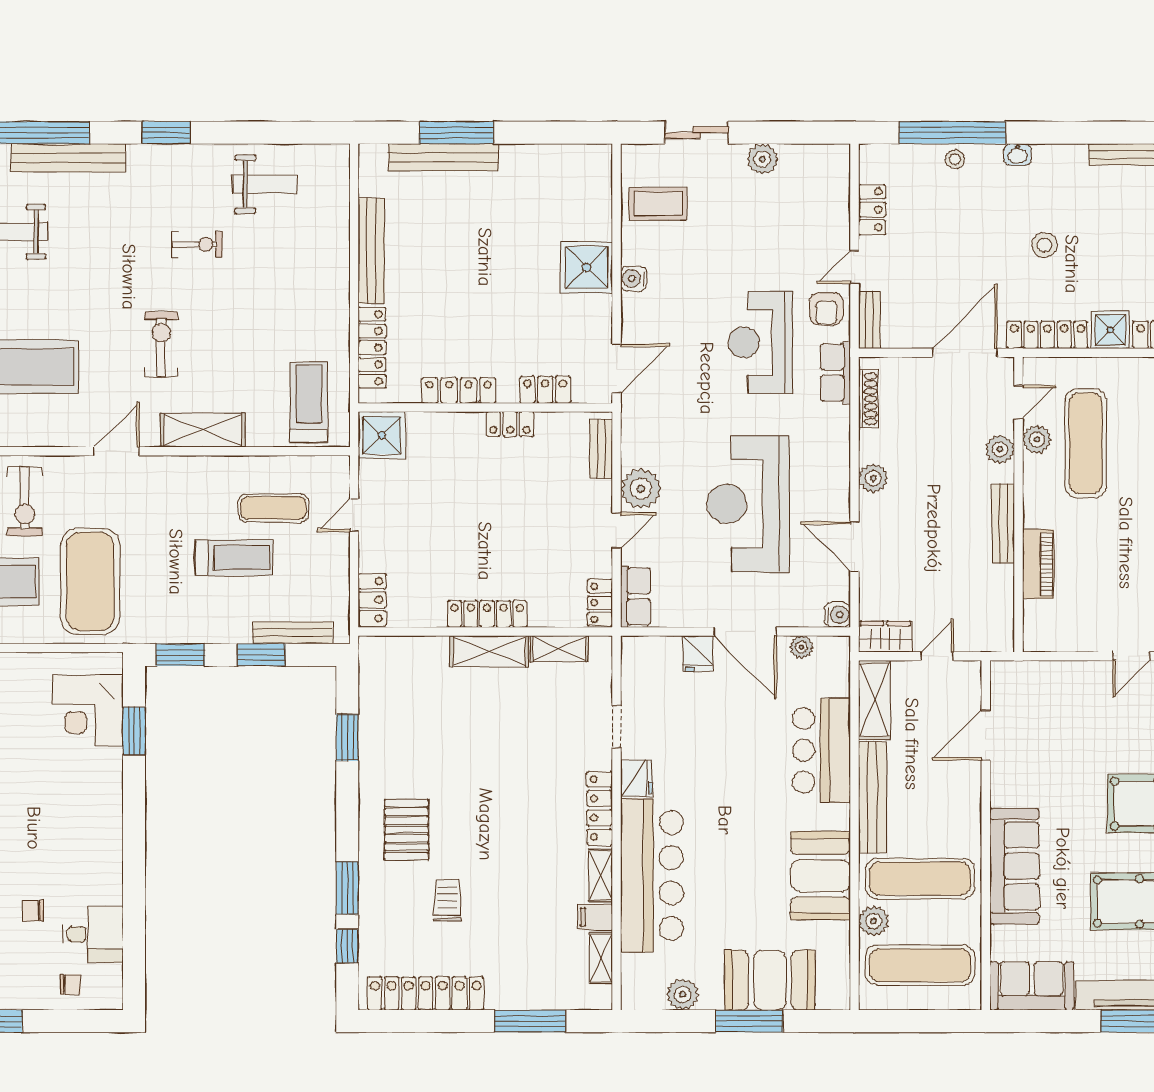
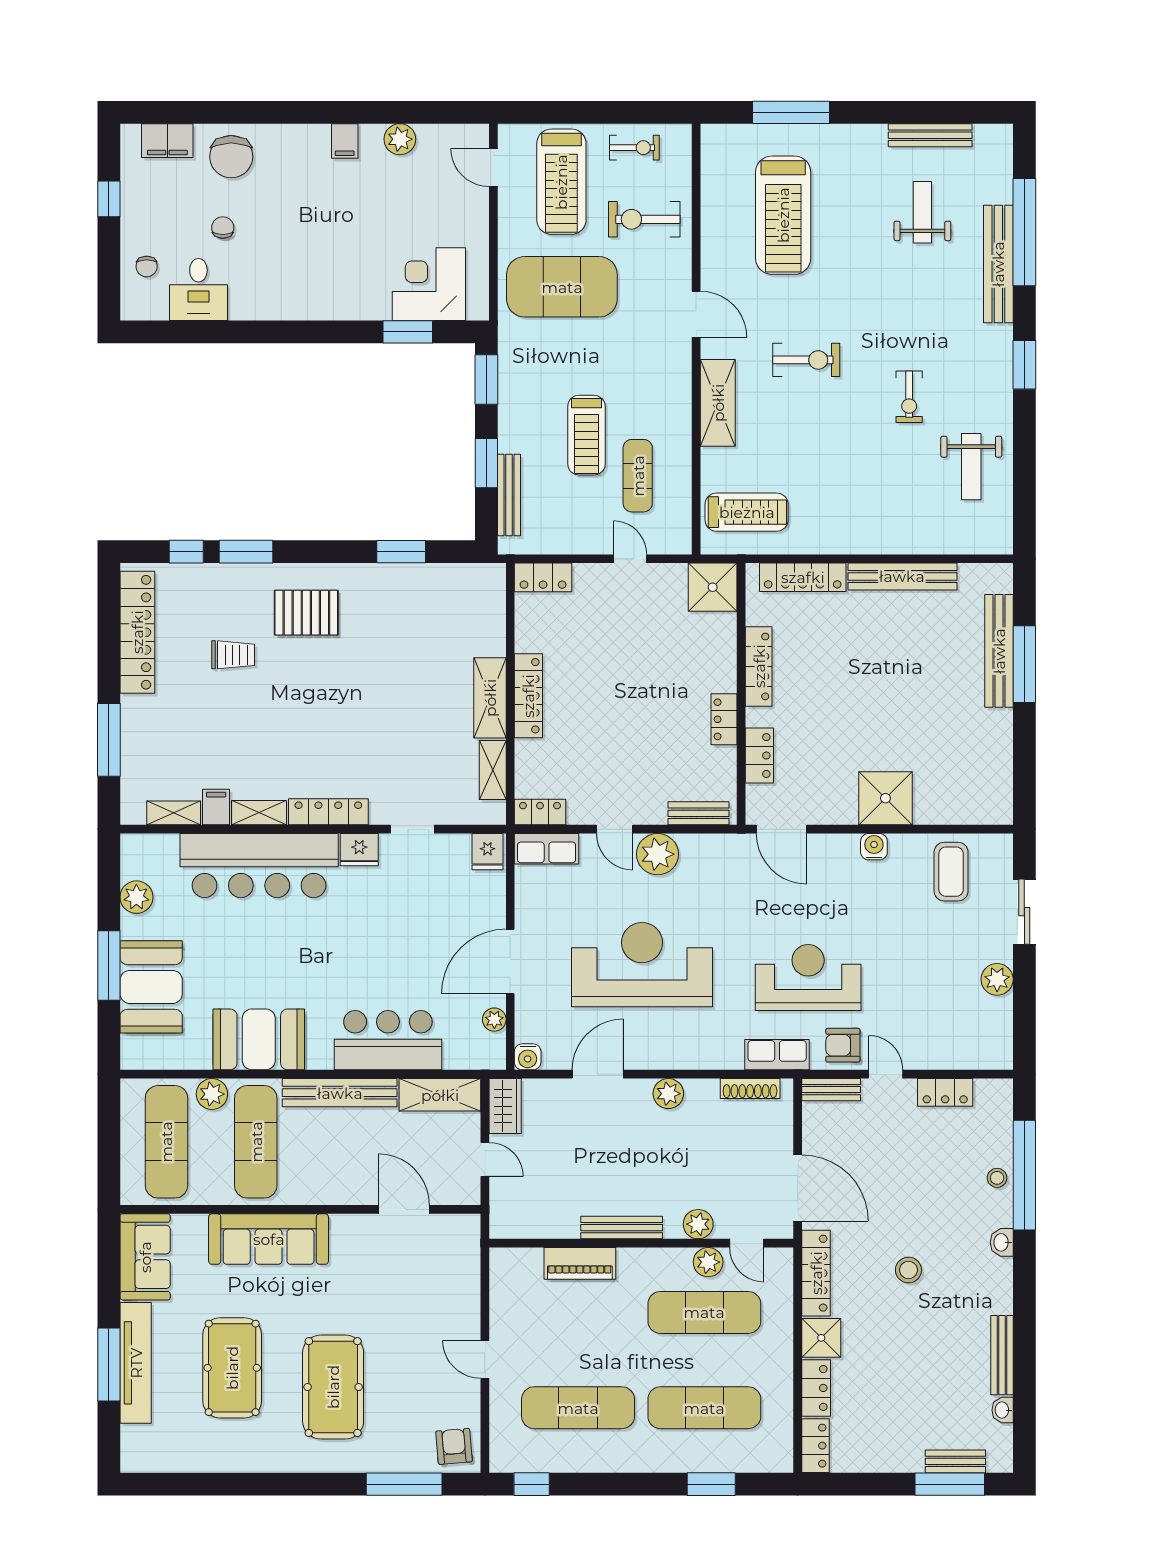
fridge: (698, 653) -> (488, 852), moved, turned -90

